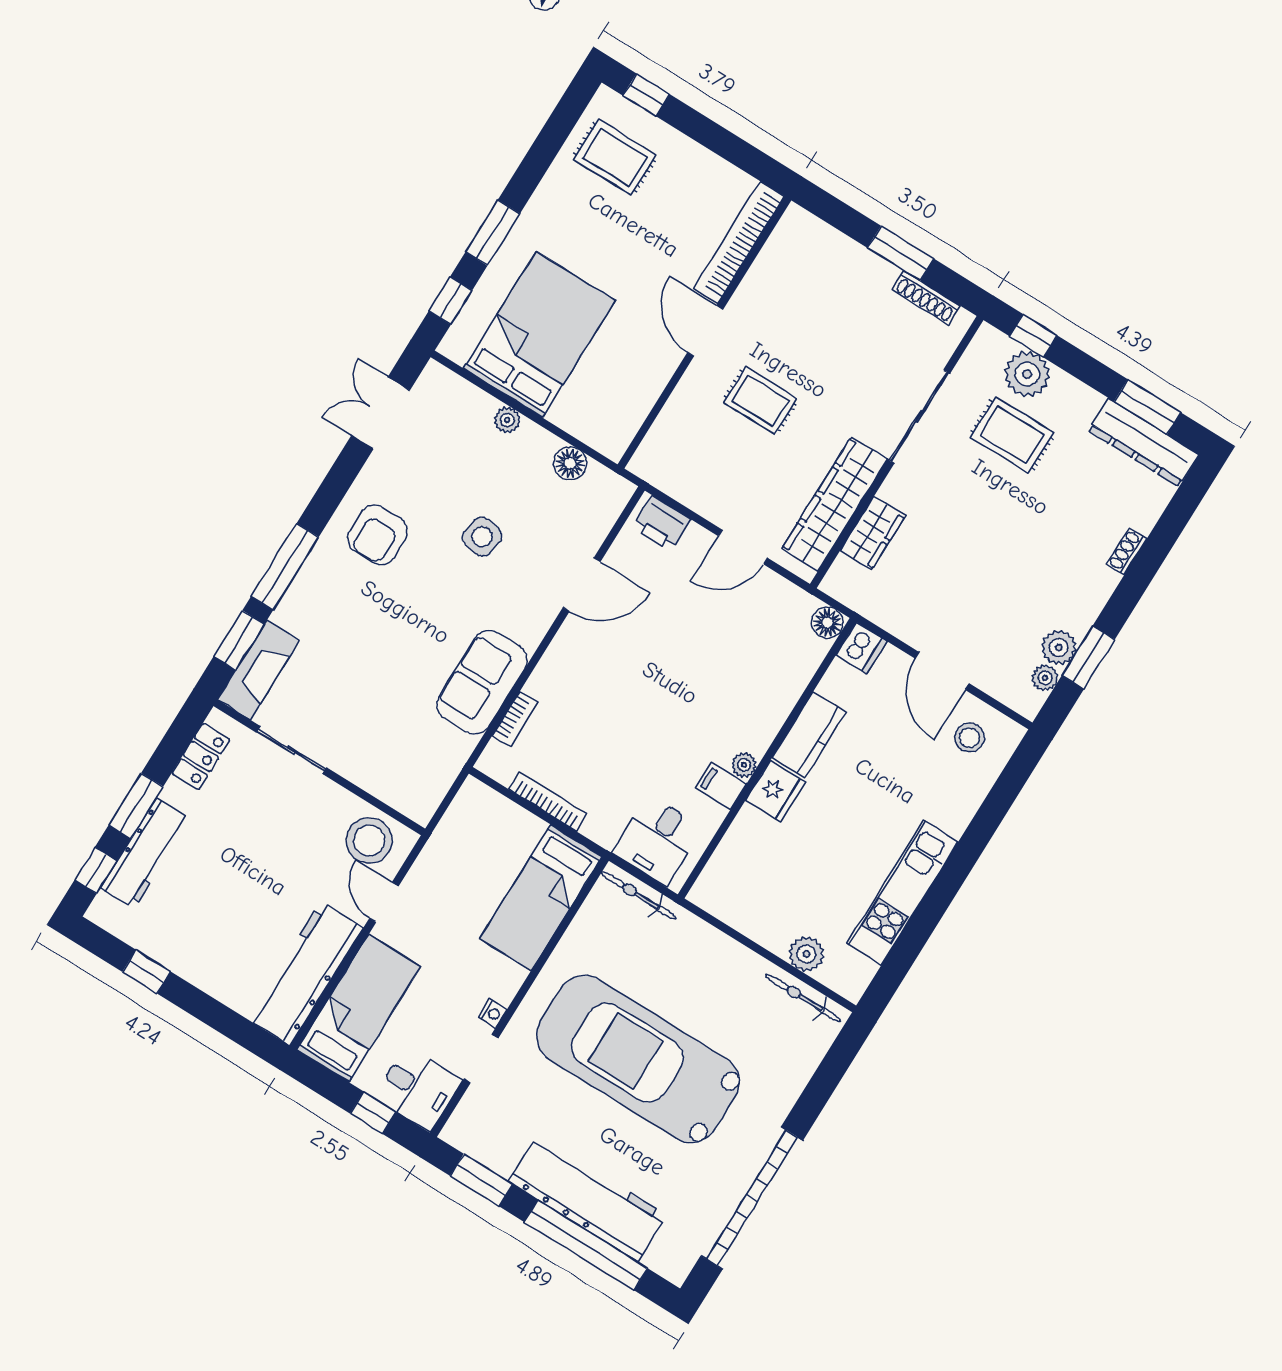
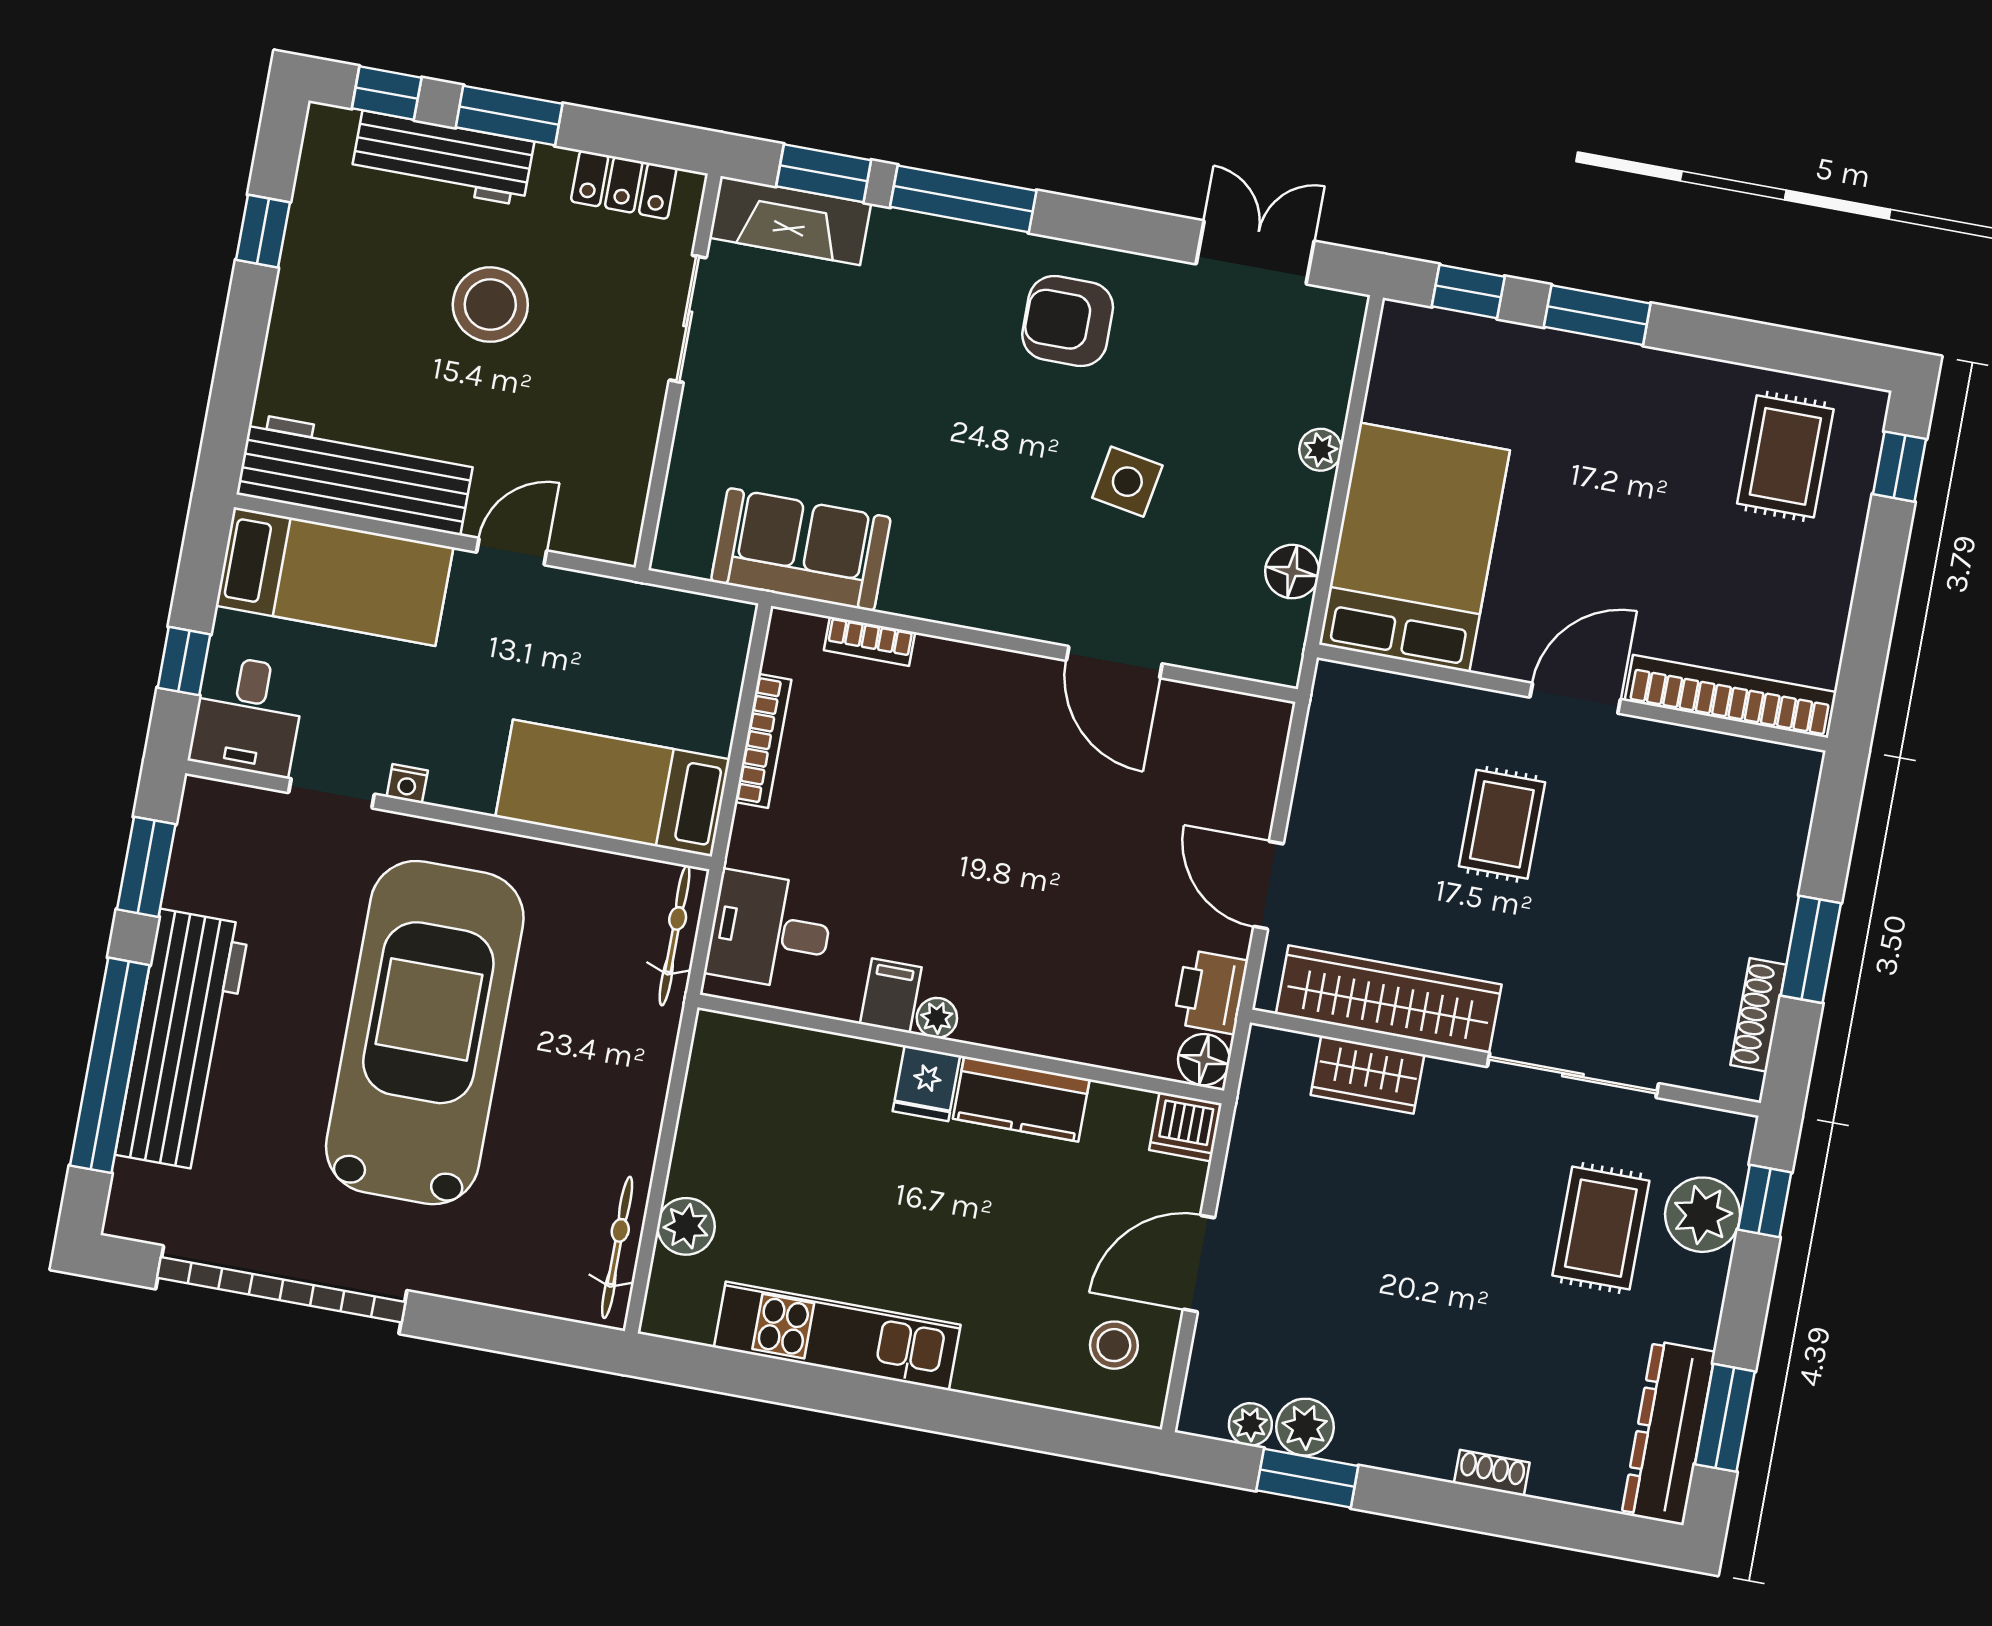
bed: (539, 334) -> (1414, 547), moved, turned -90
printer: (661, 523) -> (1211, 992), moved
sofa: (482, 682) -> (801, 549), moved
fridge: (775, 791) -> (926, 1083), width x0.72
stool: (369, 840) -> (490, 305), moved

